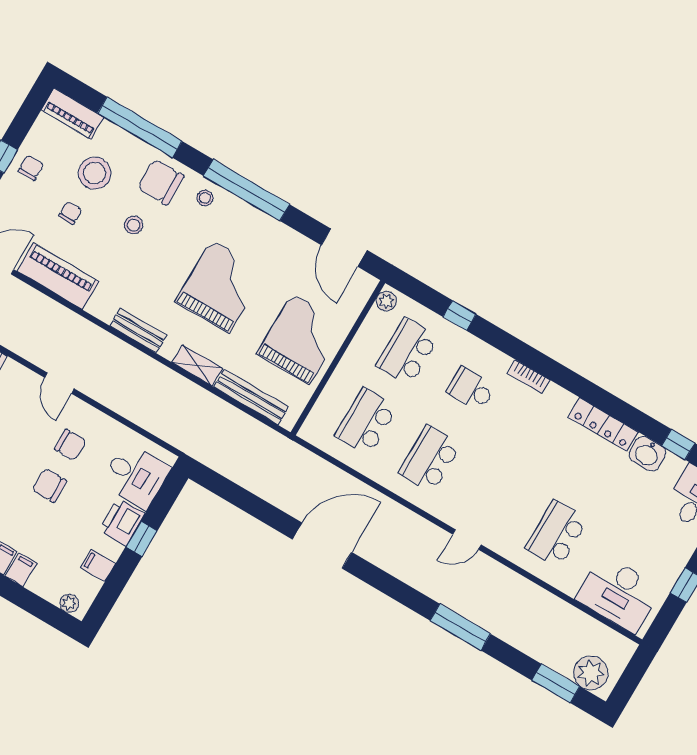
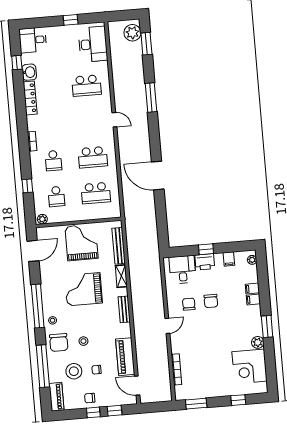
grand piano: (301, 339) -> (82, 242), turned 90
school desk: (407, 352) -> (56, 196), width x0.54

